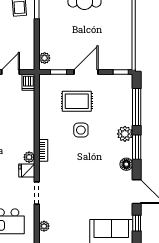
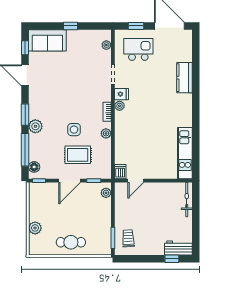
plant: (125, 18) -> (35, 228), added
plant: (45, 126) -> (106, 133), added
floor lamp: (126, 164) -> (34, 167), moved

